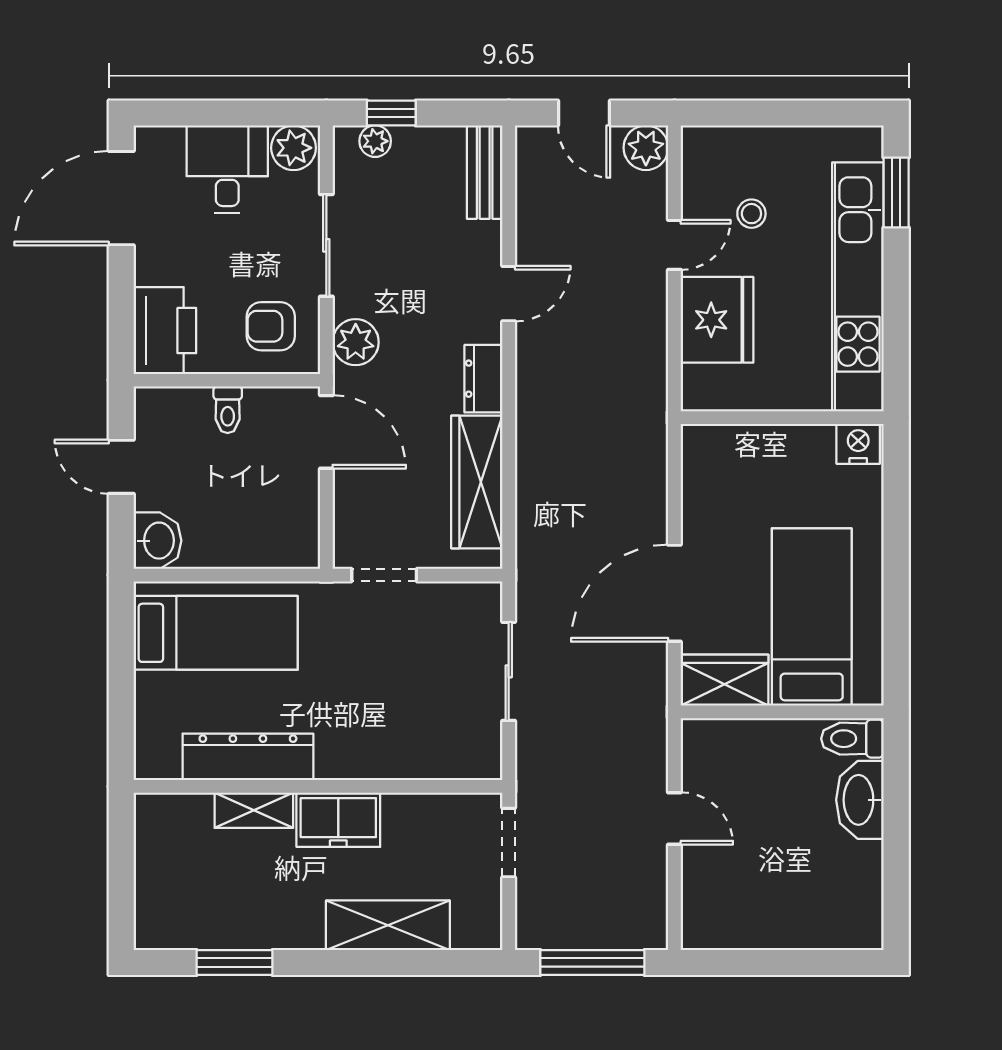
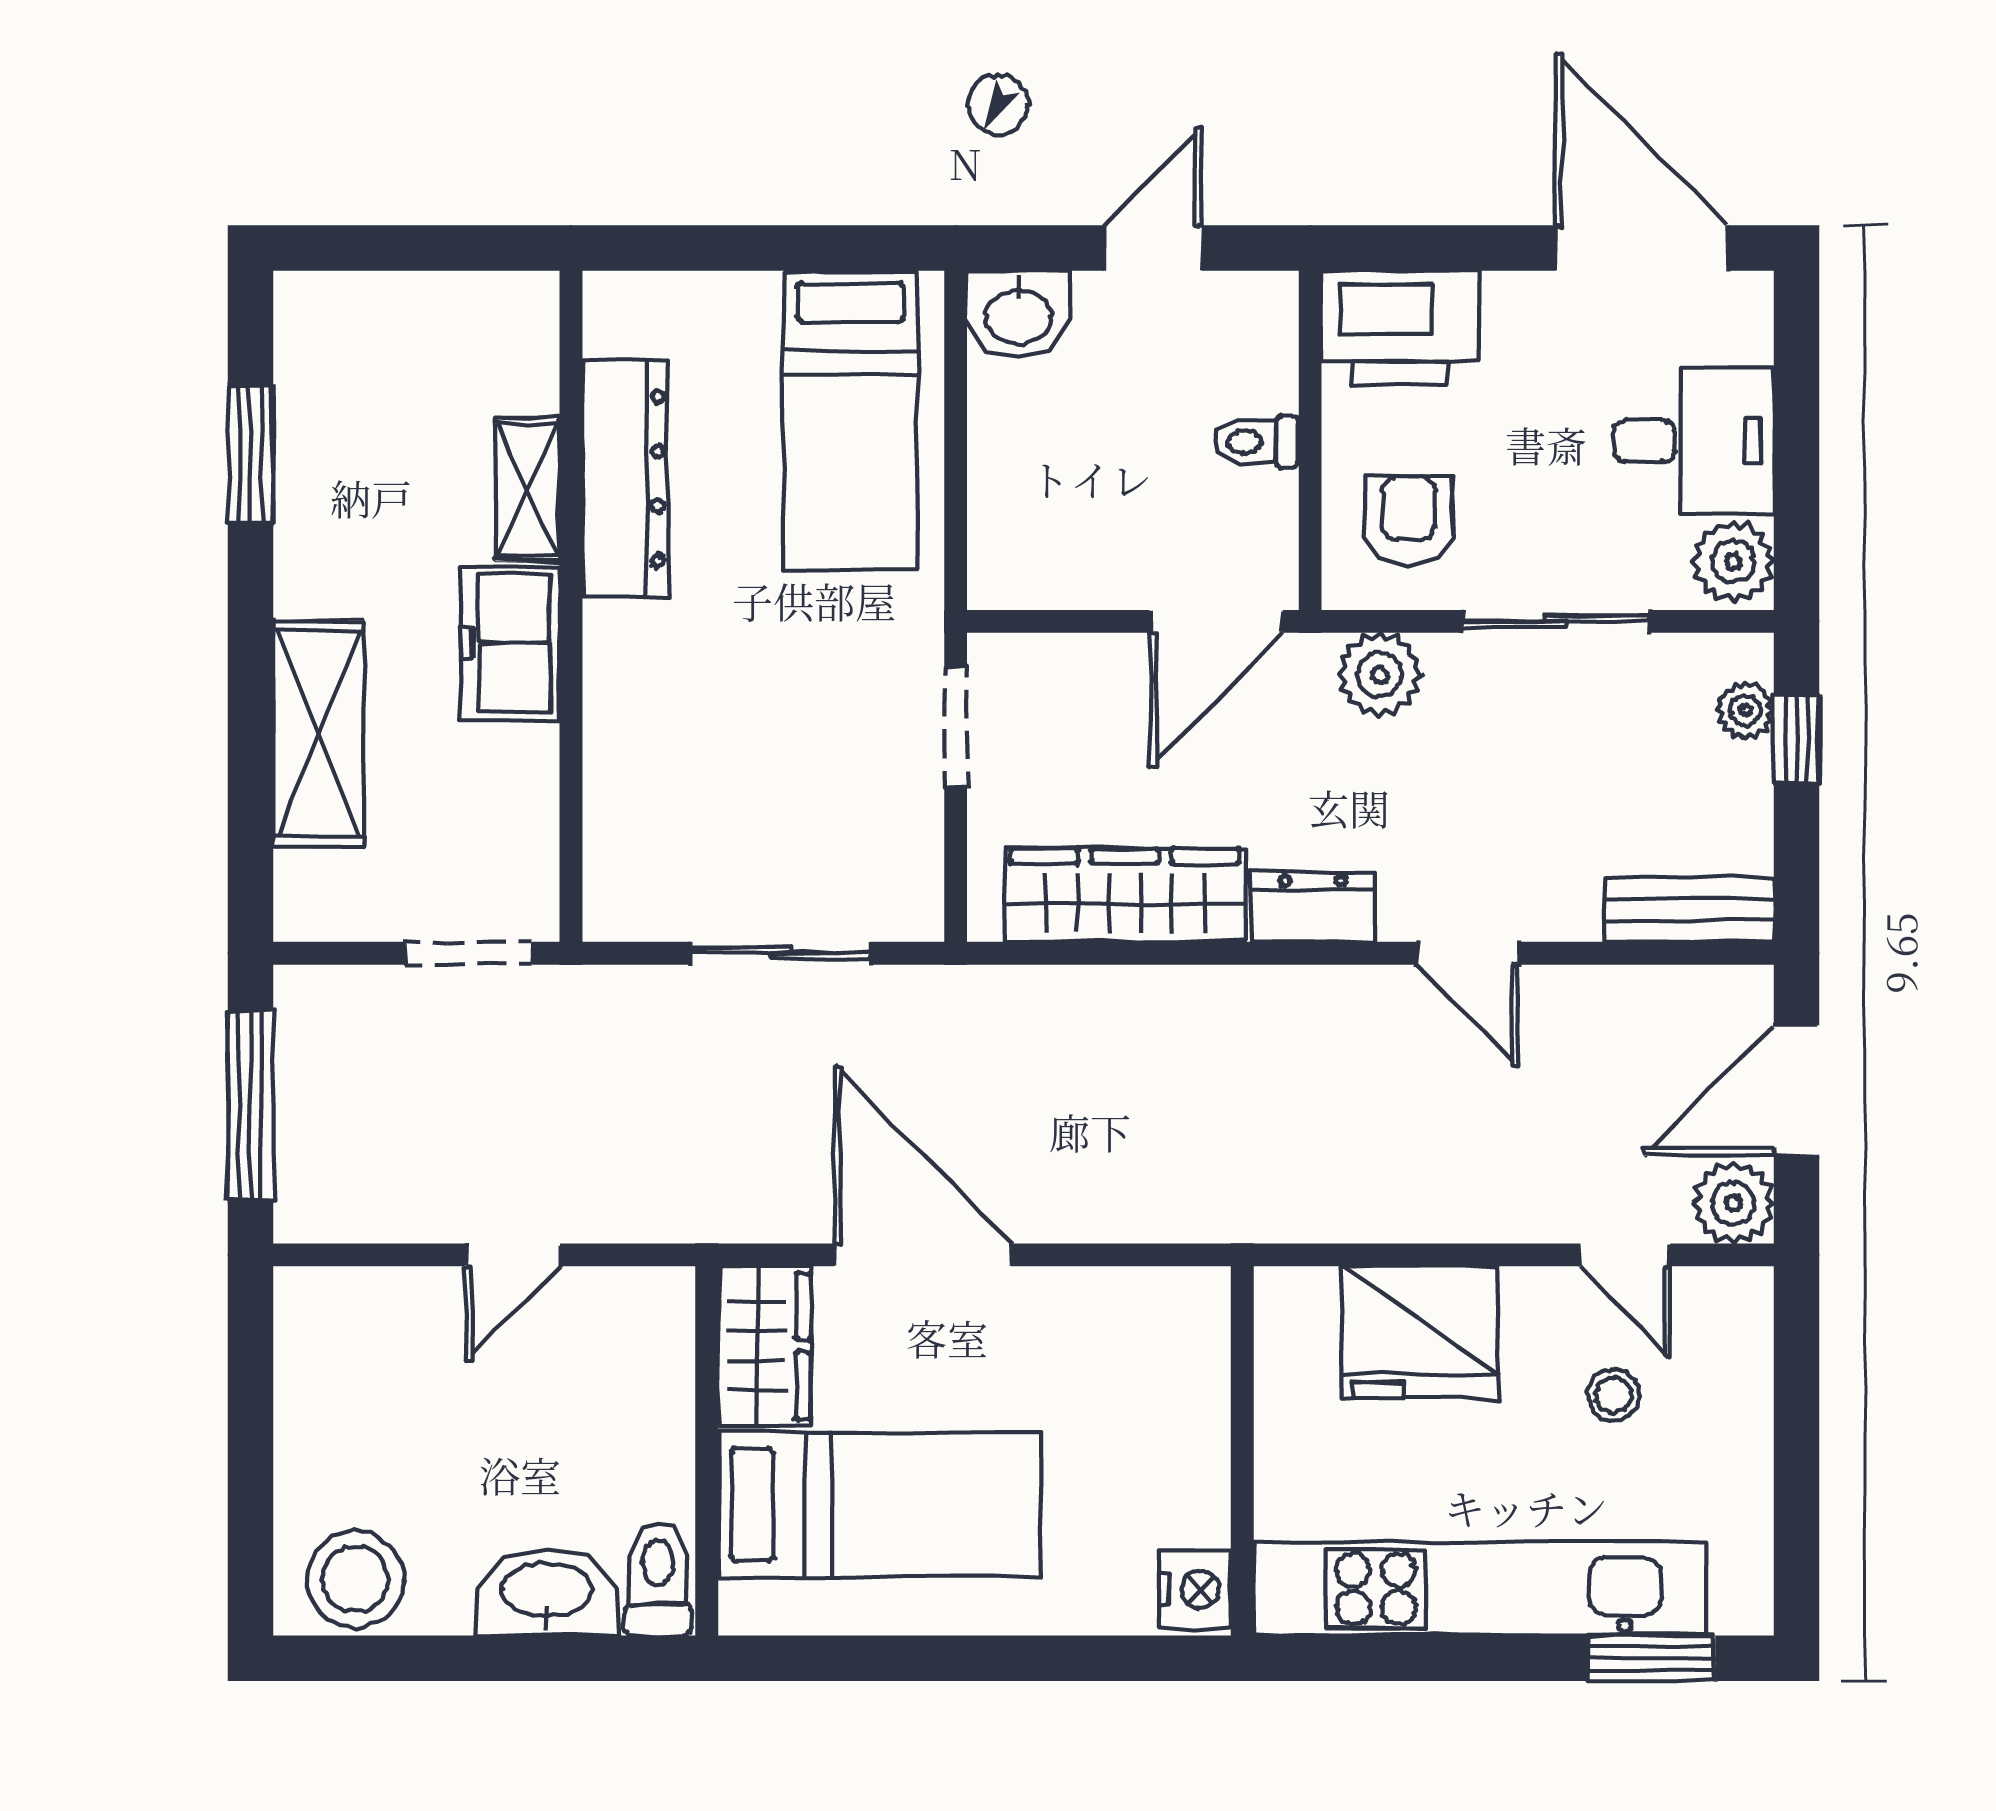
door: (584, 113) -> (1797, 1090), width x1.38
door: (674, 245) -> (1625, 1255), moved
stool: (853, 905) -> (356, 1579), added

